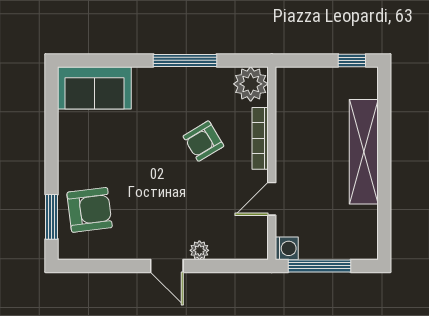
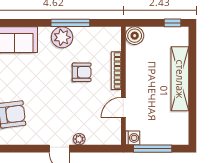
boiler: (290, 81) -> (135, 36), added
plant: (251, 84) -> (62, 37), moved
armchair: (203, 141) -> (82, 72), turned -149

